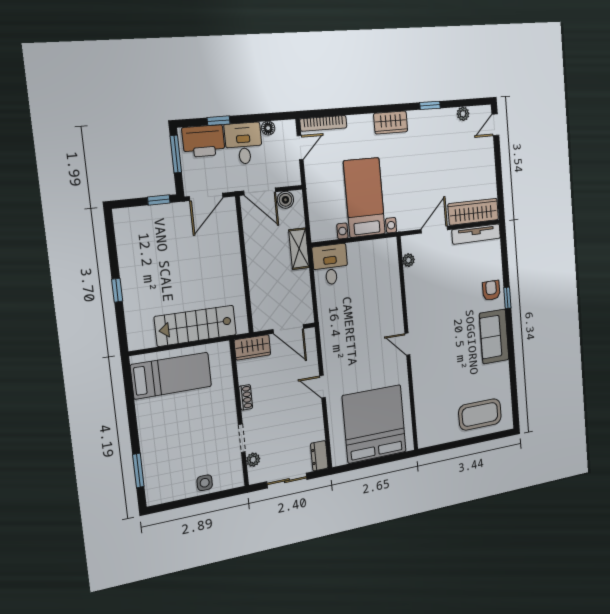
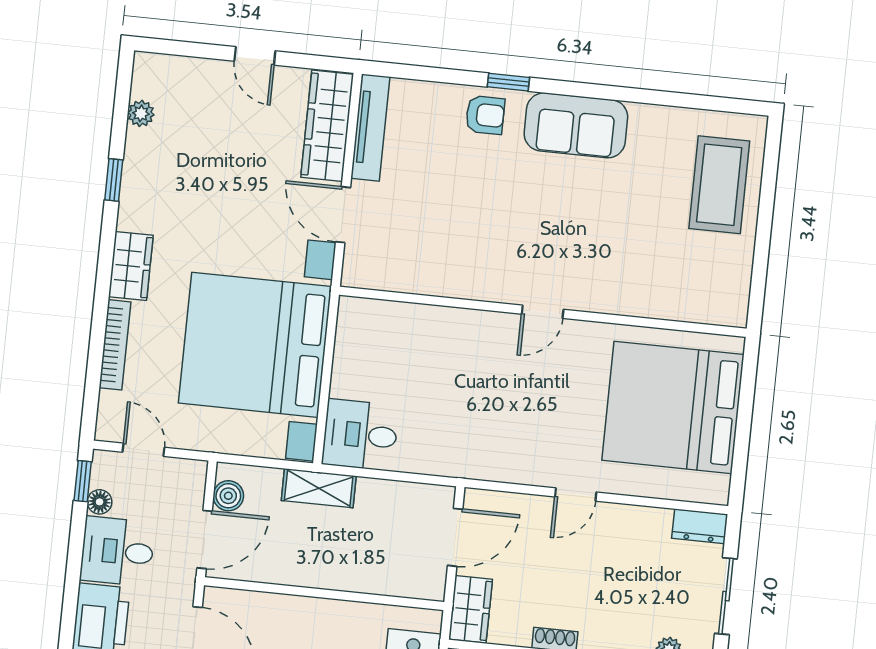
window: (219, 121) -> (83, 481), moved
bookcase: (323, 123) -> (115, 345), moved
door: (495, 125) -> (255, 56), moved
bed with nightstands: (364, 198) -> (255, 345), width x1.85
plant: (409, 260) -> (387, 279), removed
armchair: (491, 290) -> (485, 115), turned 180

